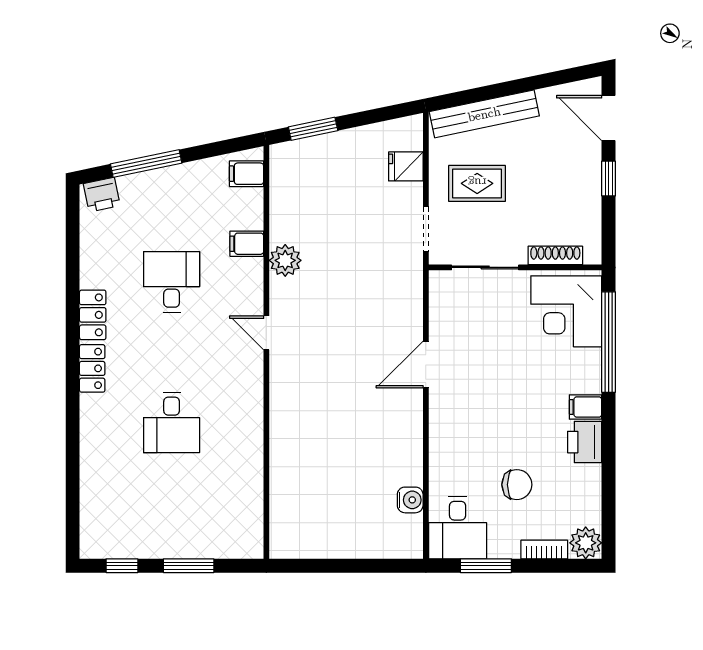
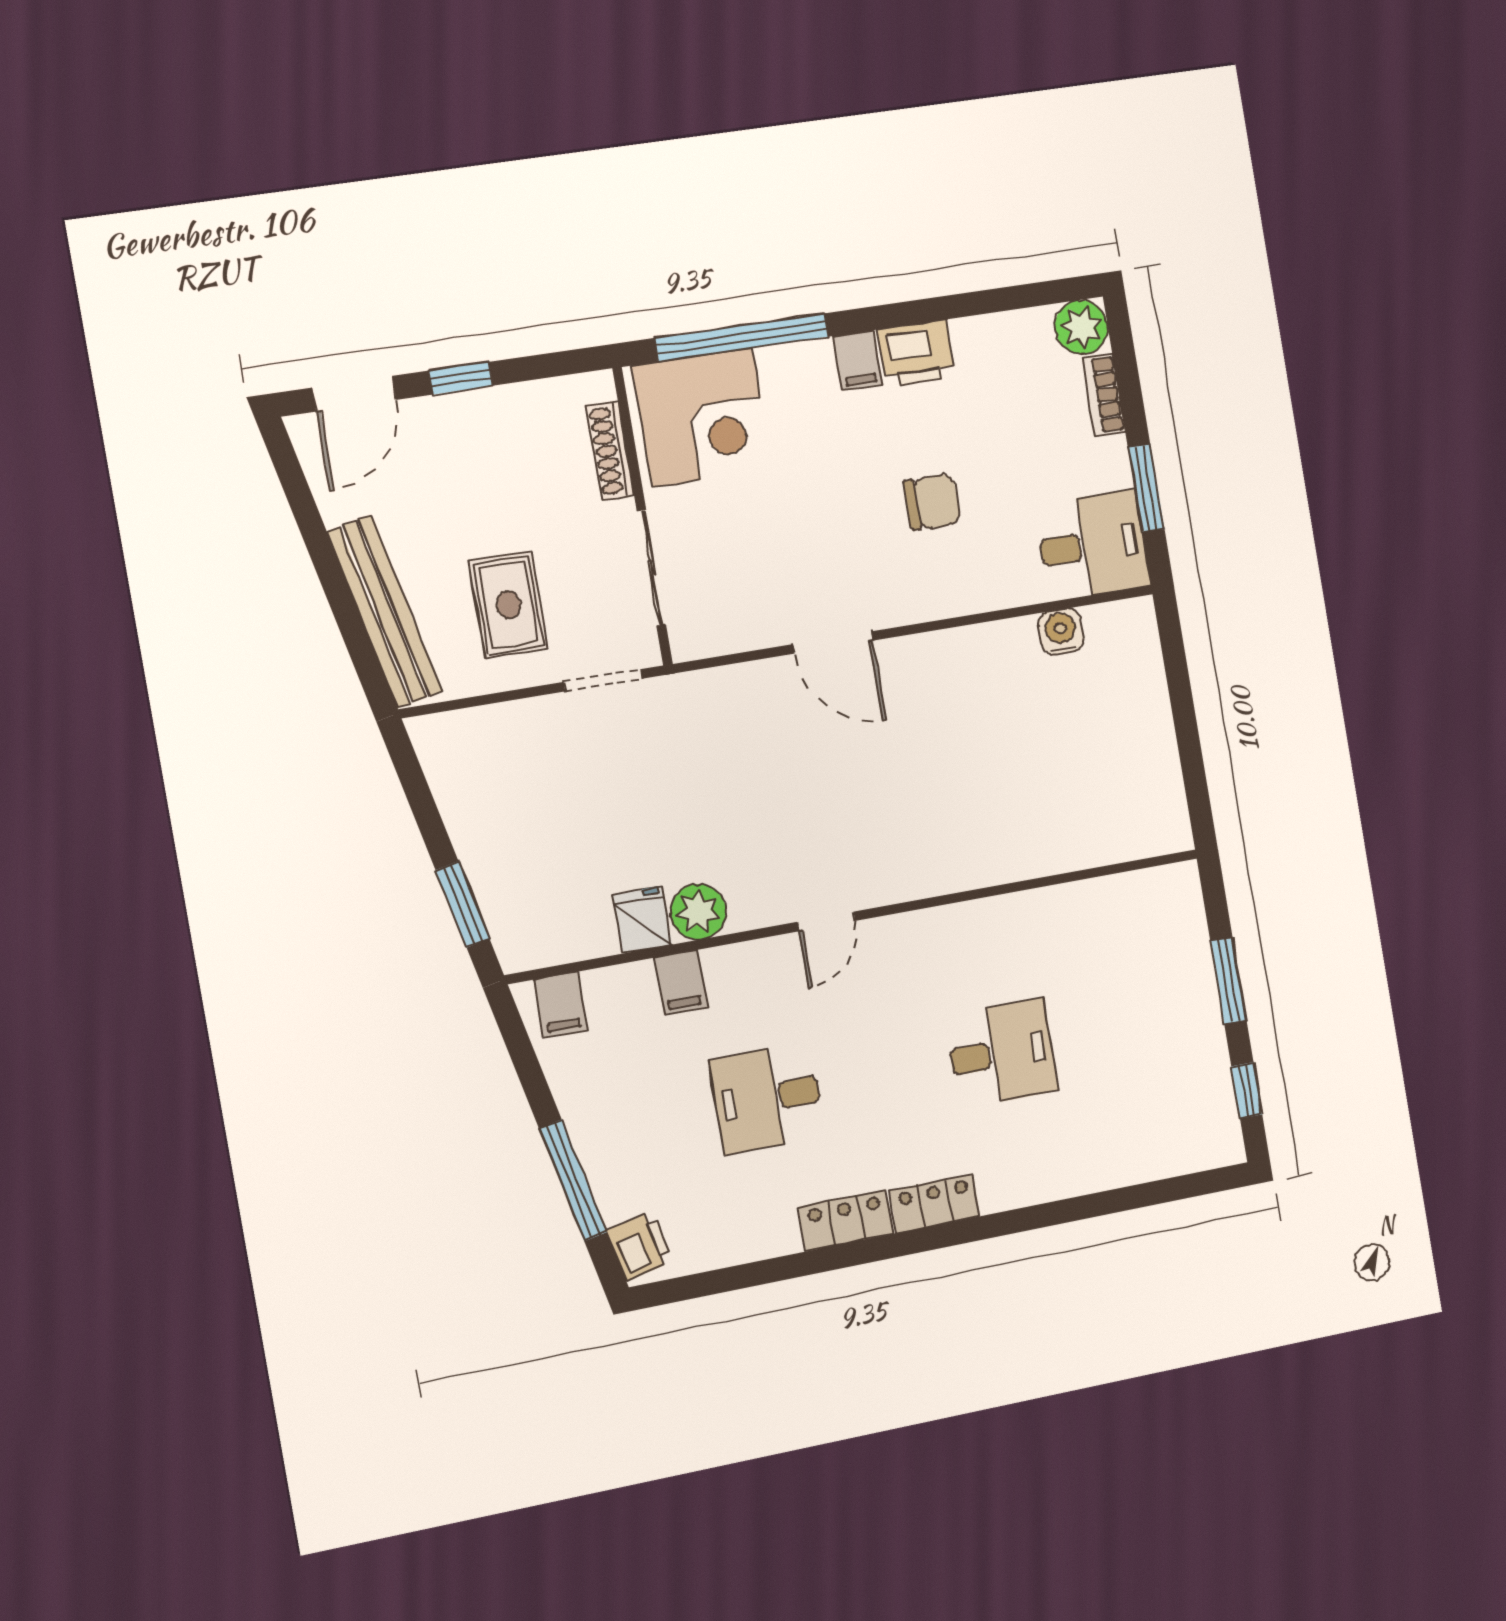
fridge: (406, 166) -> (642, 920), moved, turned 180
chair: (517, 485) -> (932, 502), moved, turned 90

